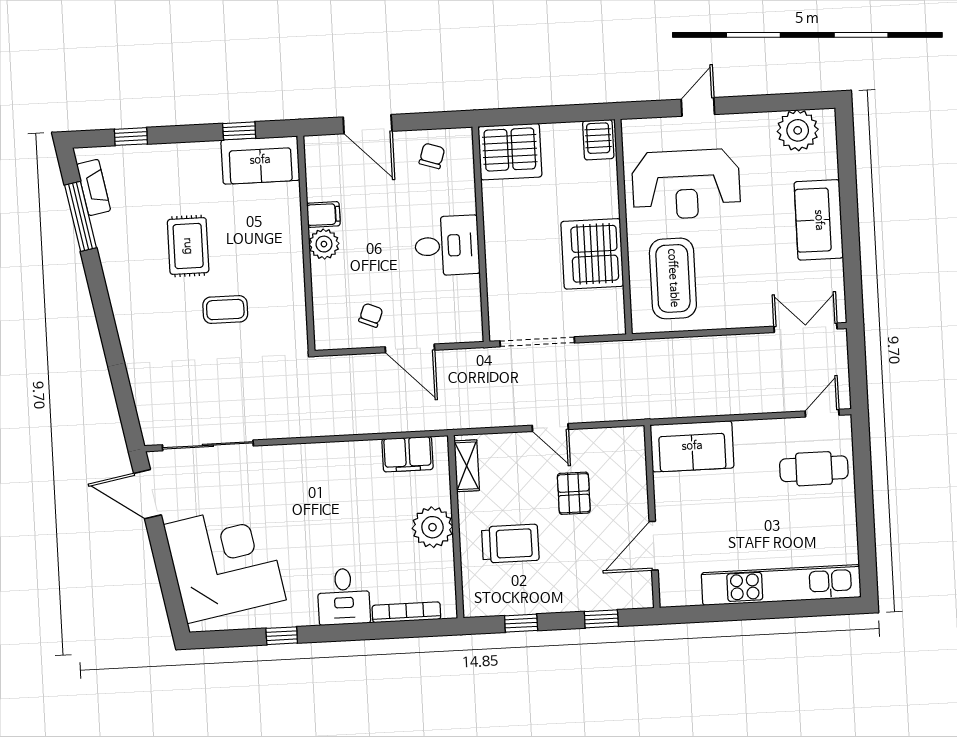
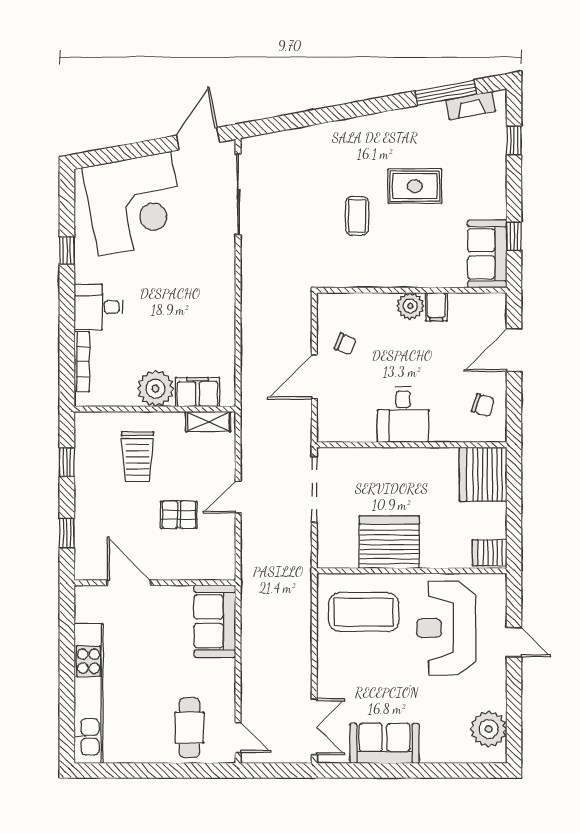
sofa: (819, 220) -> (385, 743), moved
filing cabinet: (408, 454) -> (198, 392), moved, turned 90

